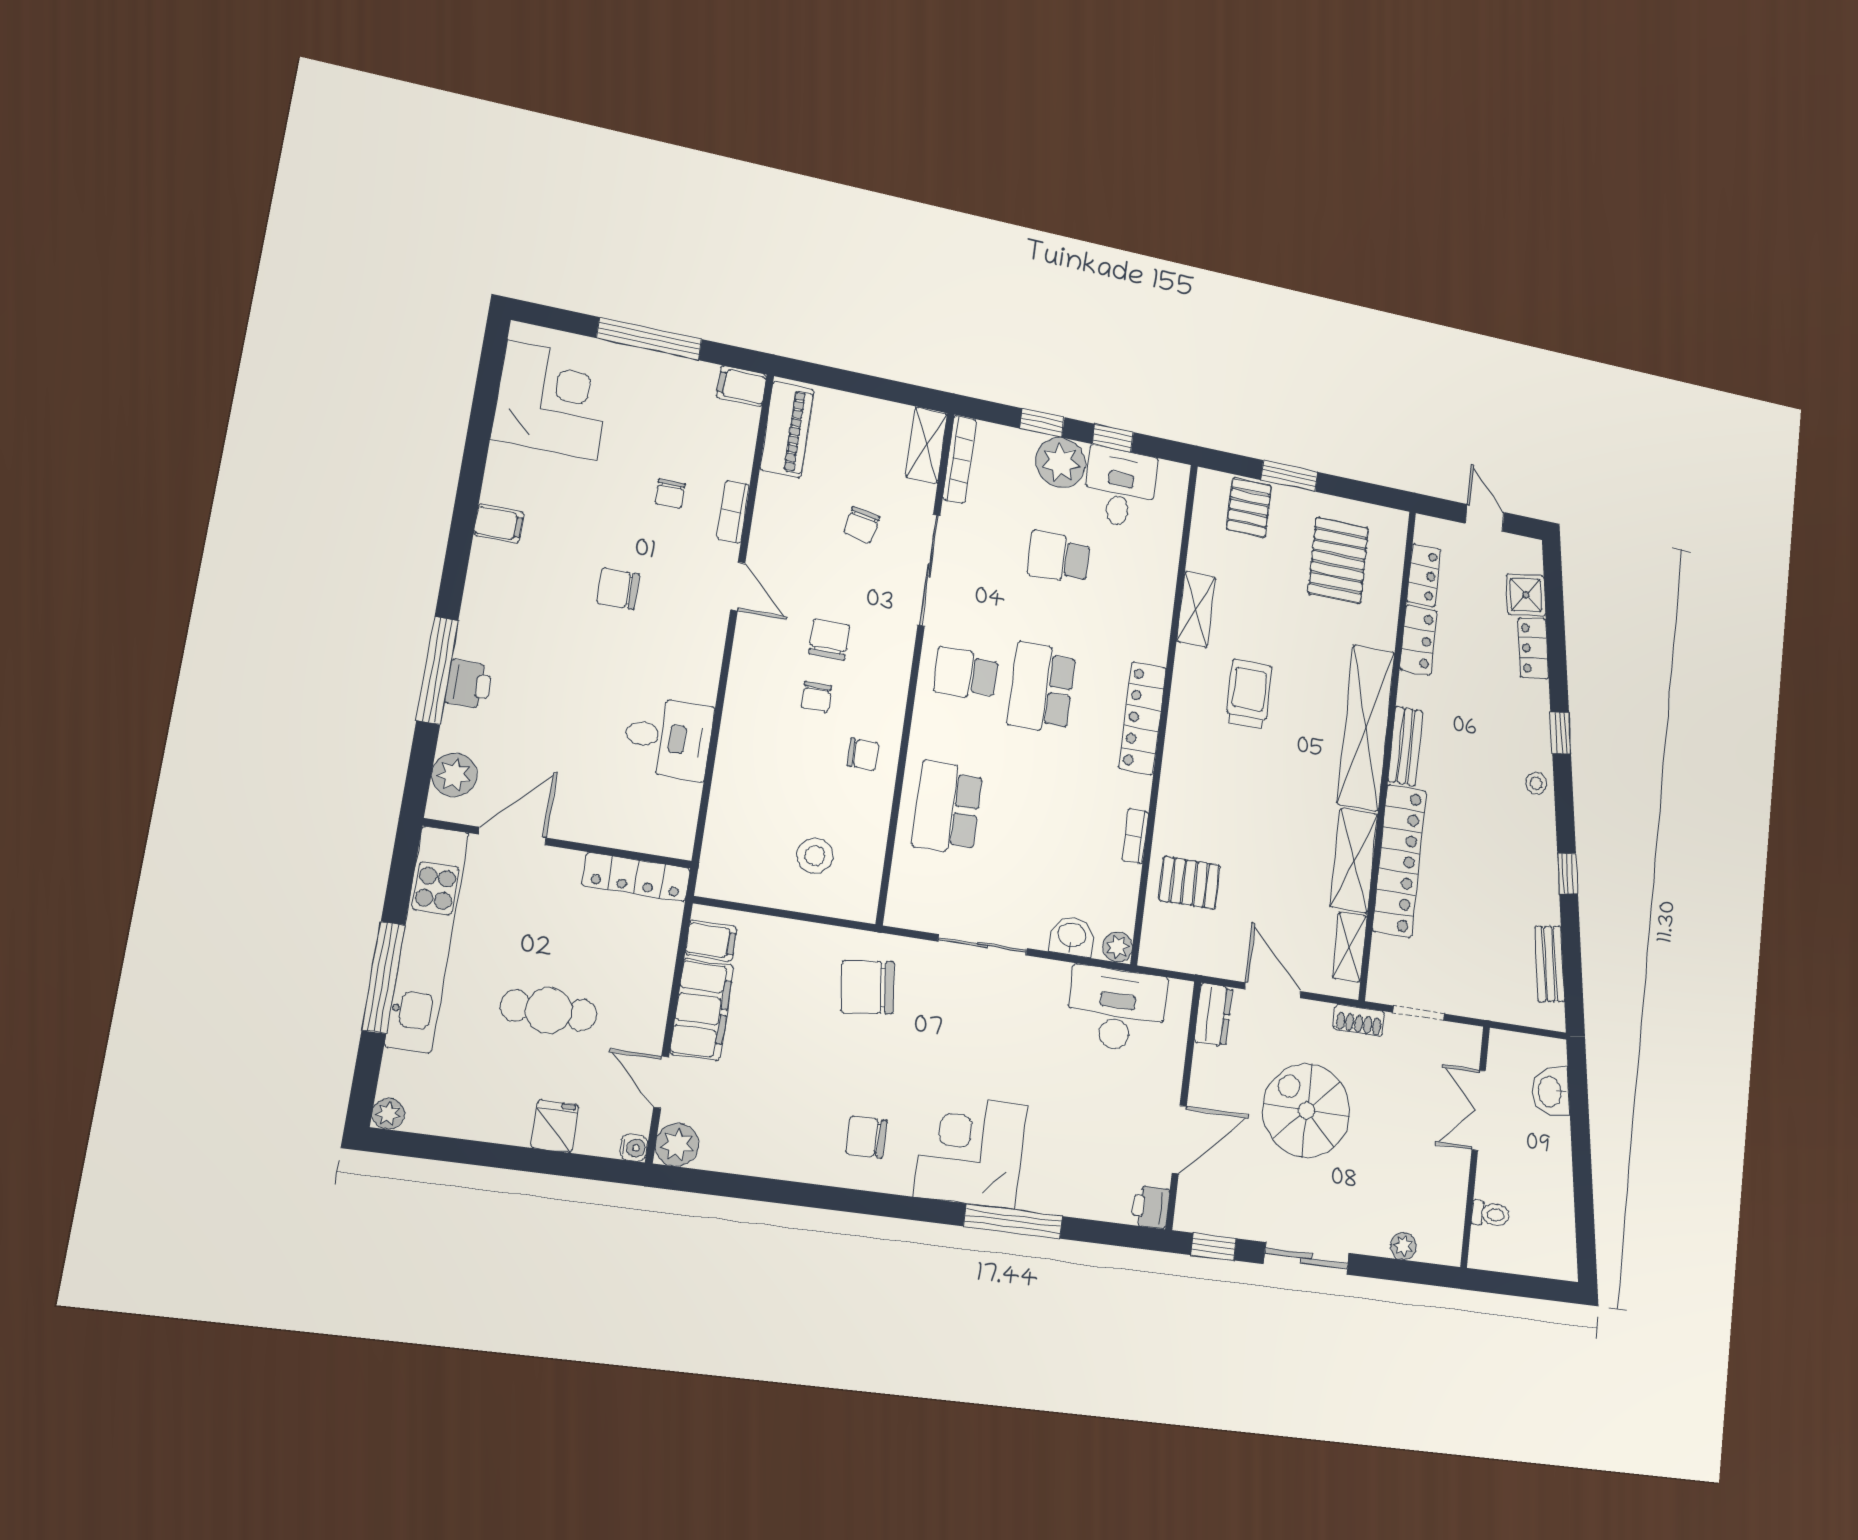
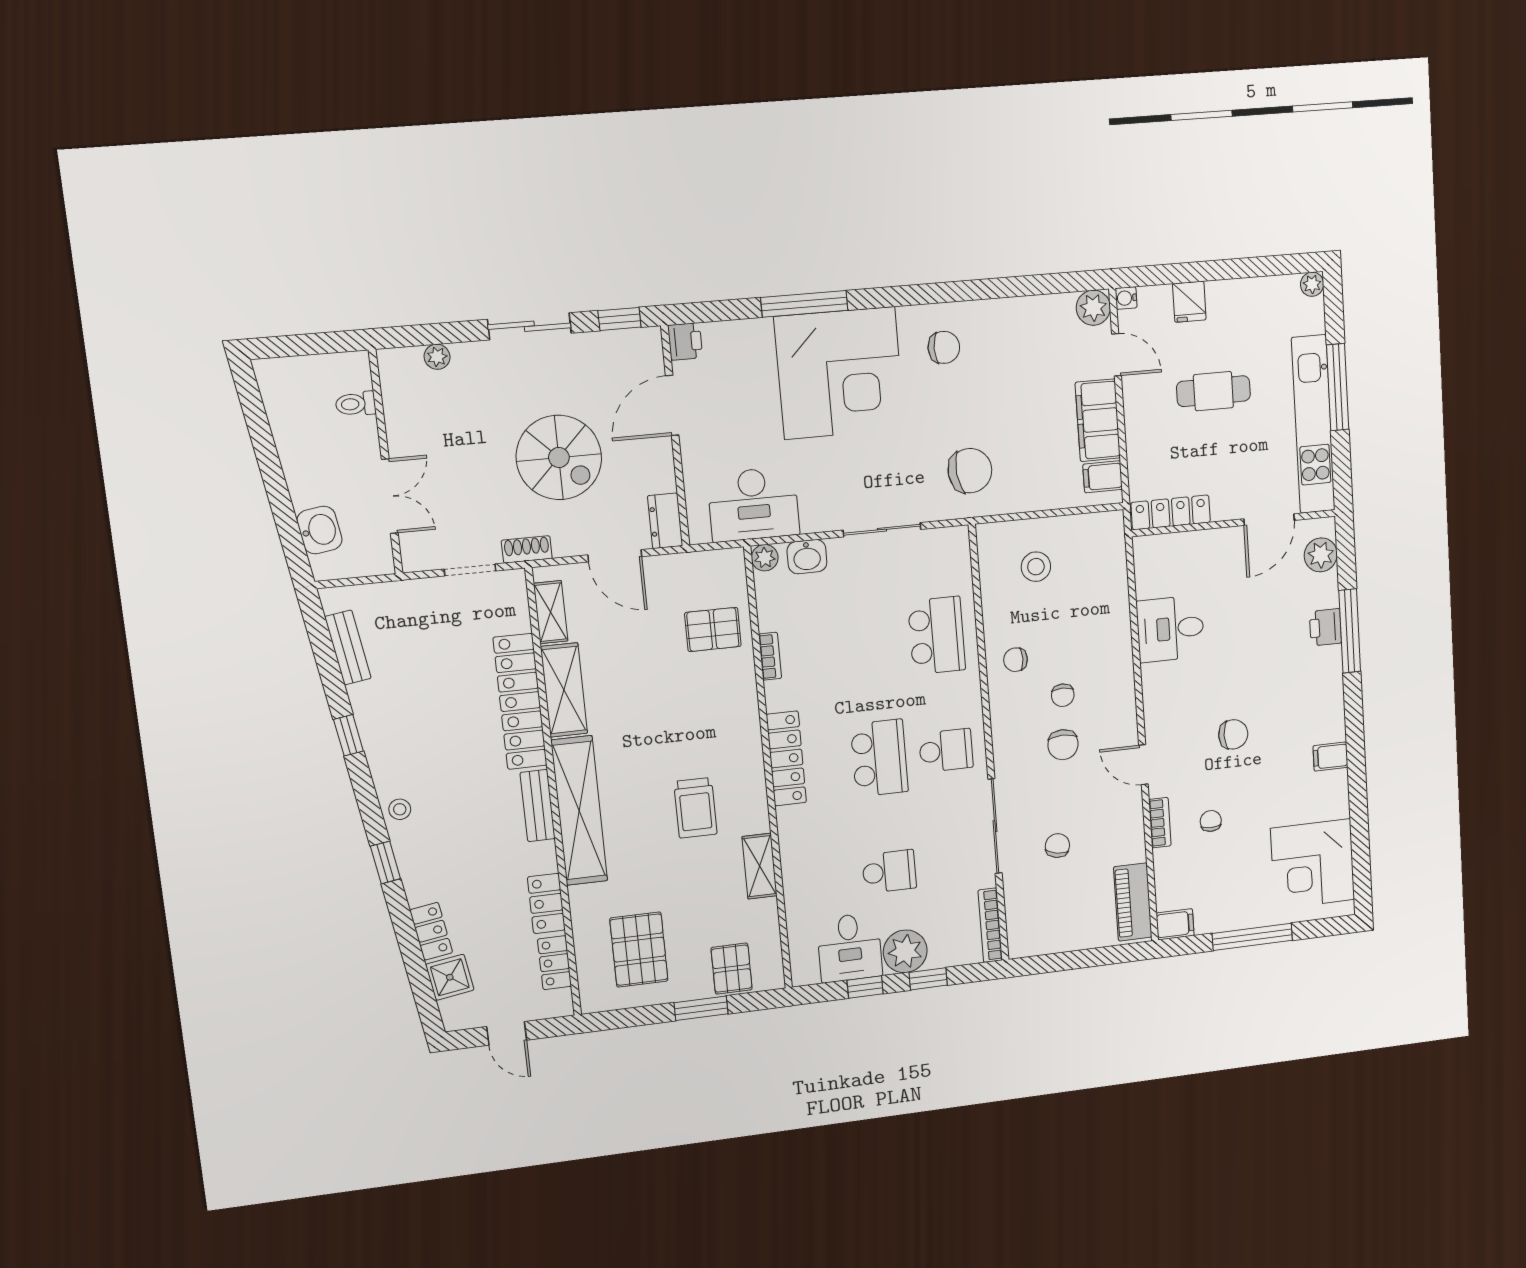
shelving: (926, 445) -> (1020, 927), removed
chair: (816, 697) -> (1063, 695), turned 180
corner desk: (971, 1151) -> (840, 373), width x1.36, depth x1.36

